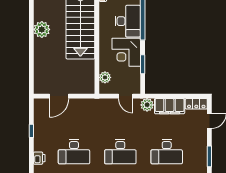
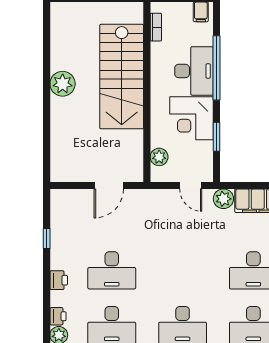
door: (59, 96) -> (109, 185), moved
desk: (120, 152) -> (183, 270), removed

